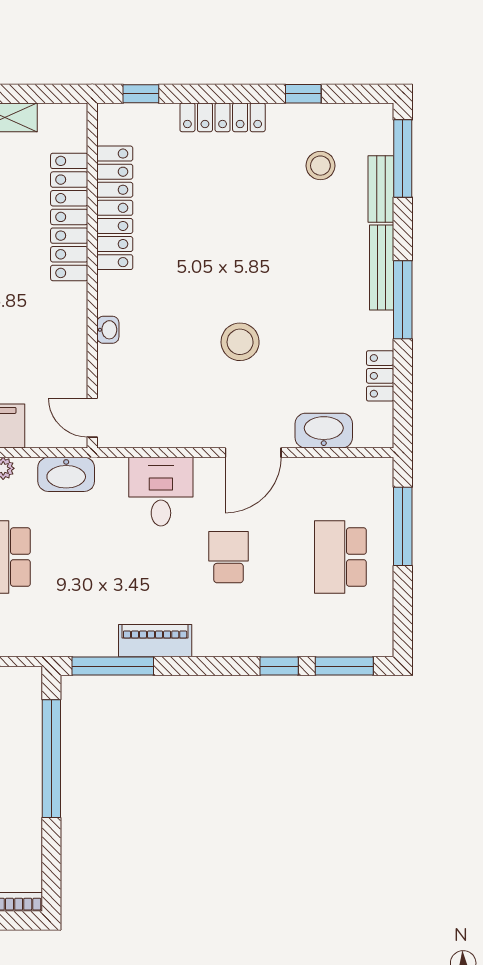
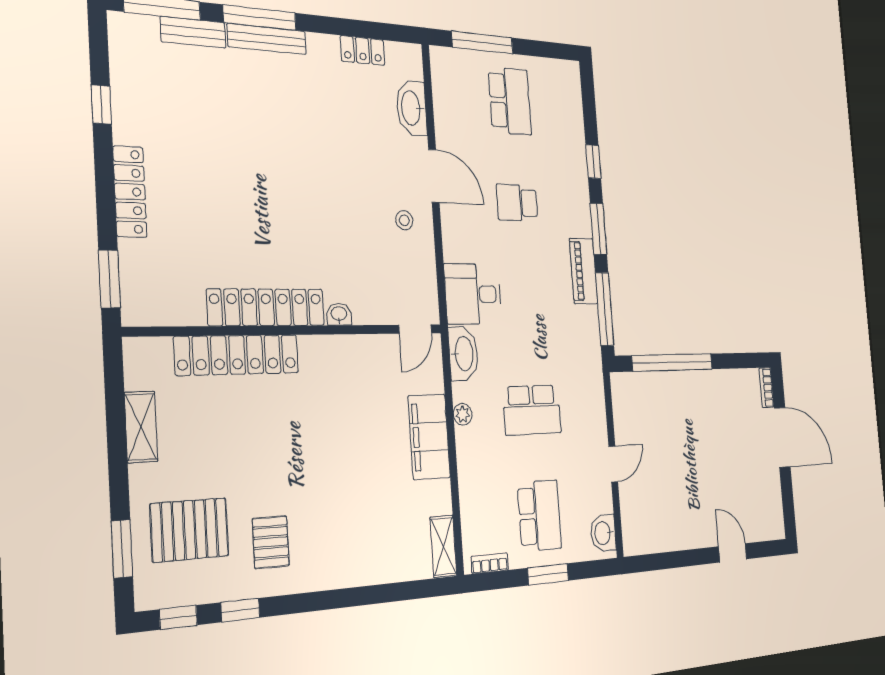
window: (141, 94) -> (109, 279), width x1.50
stool: (320, 166) -> (173, 92), removed
locker: (115, 208) -> (266, 307), moved
window: (403, 300) -> (260, 18), moved
stool: (240, 342) -> (404, 220), moved, width x0.53, depth x0.53
desk: (161, 492) -> (473, 294), moved
school desk: (340, 557) -> (510, 101), turned -90
window: (344, 666) -> (598, 229), moved

